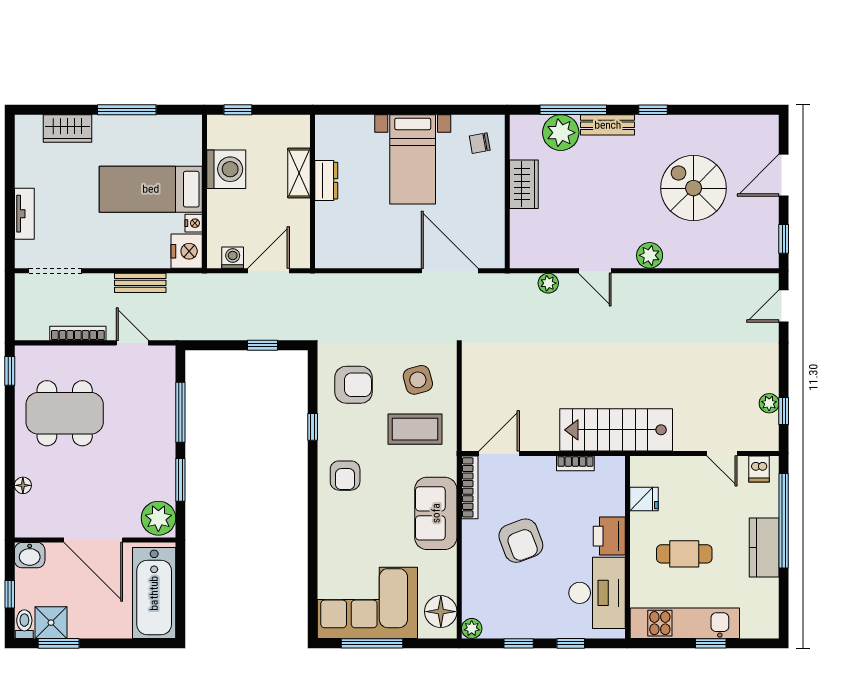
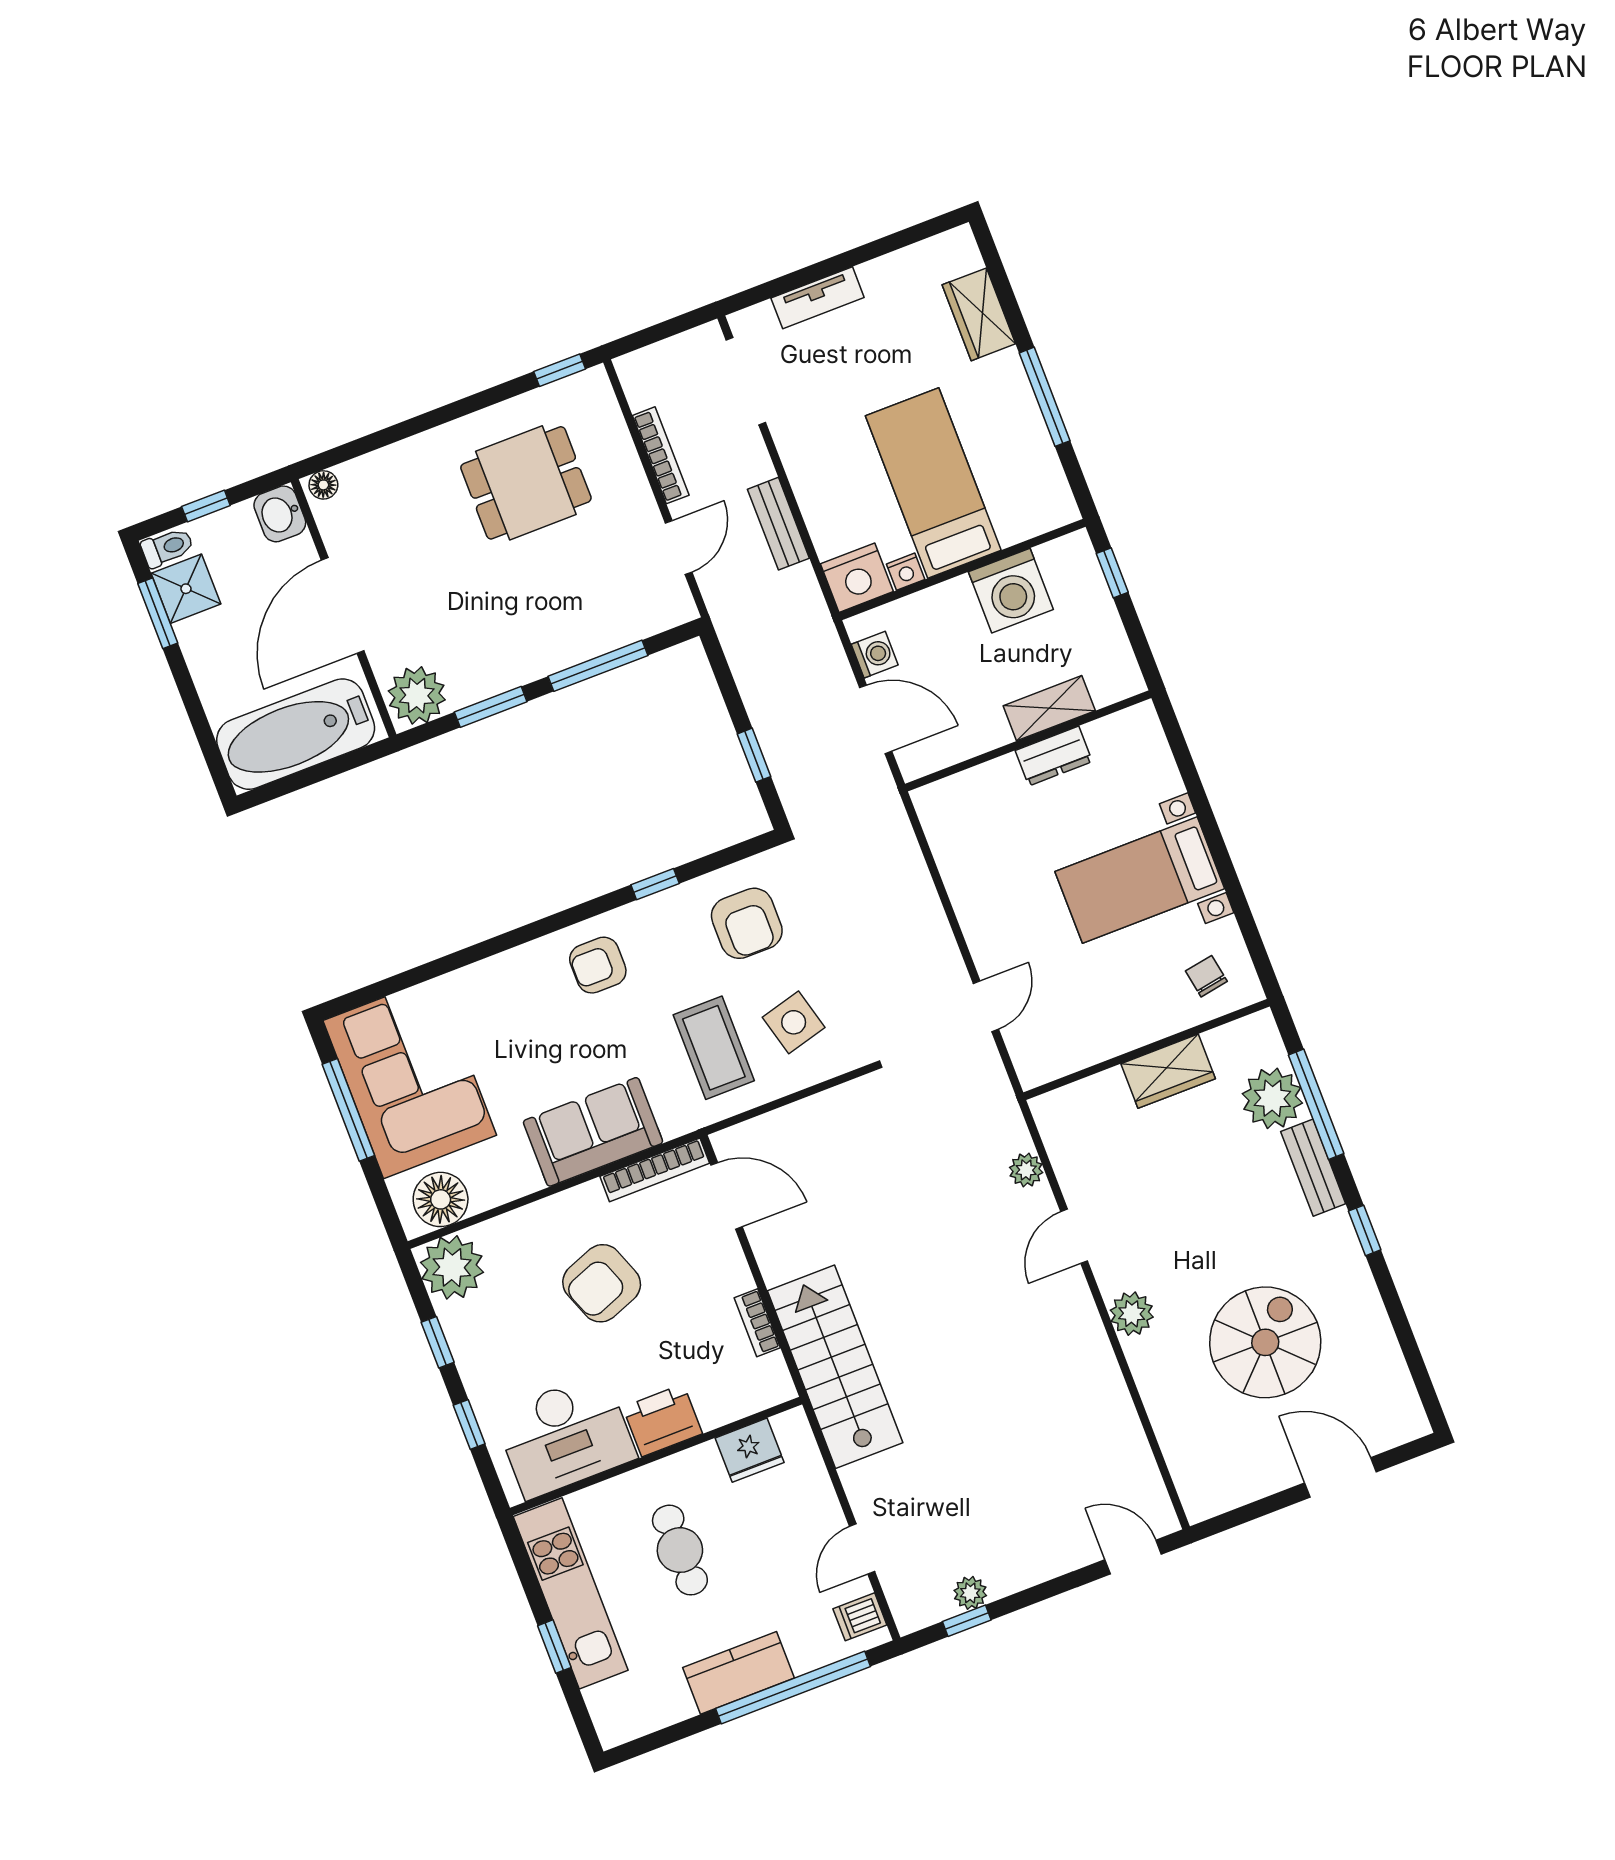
window: (784, 239) -> (1240, 1516), removed
door: (450, 271) -> (986, 1006), width x0.53
dining table: (65, 413) -> (526, 483), width x0.73
floor lamp: (23, 485) -> (323, 485), moved
fridge: (644, 499) -> (750, 1450), width x1.38
plant: (472, 628) -> (452, 1267), width x1.88, depth x1.88

